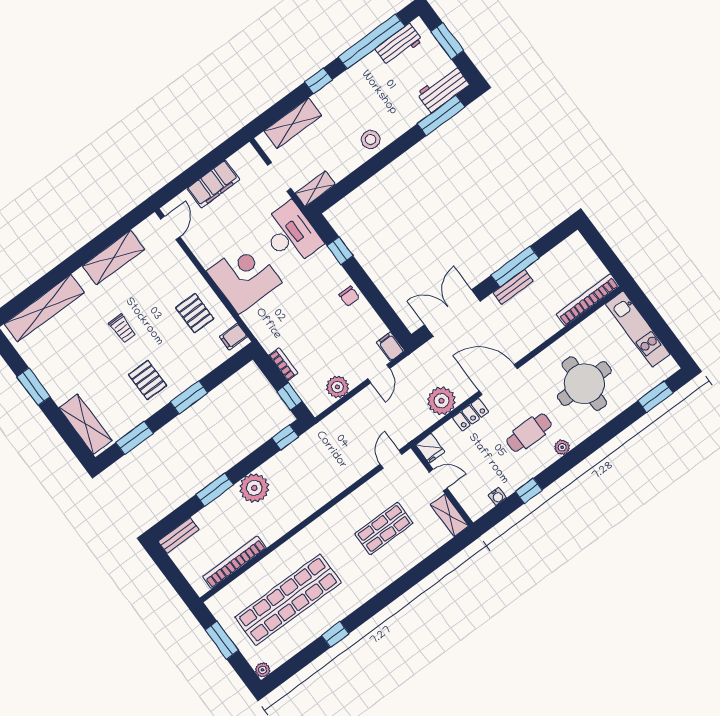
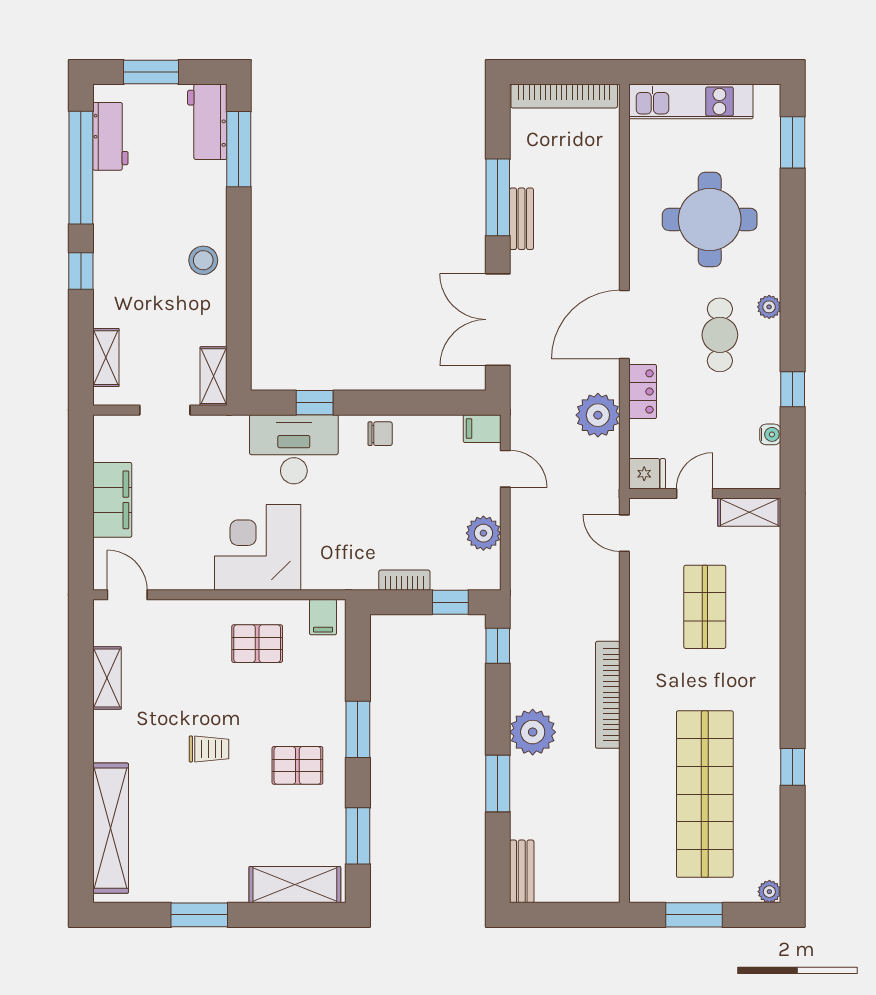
shelving: (293, 123) -> (106, 358), width x0.67, depth x0.75
desk: (291, 234) -> (294, 449), moved
shelving: (114, 258) -> (107, 678), width x0.67, depth x0.75
bookcase: (588, 300) -> (564, 96), moved, turned -90
bookcase: (234, 562) -> (608, 695), moved

